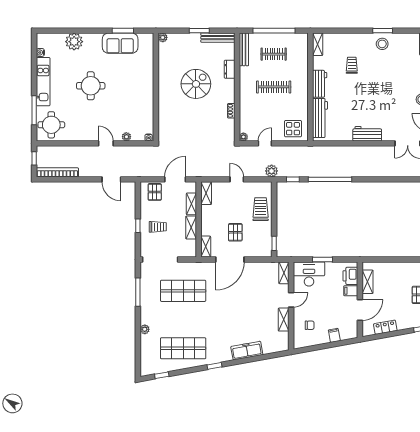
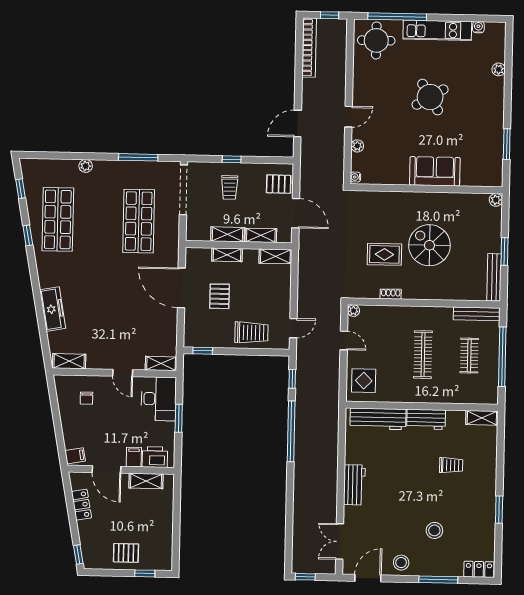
plant: (74, 42) -> (499, 69), width x0.53, depth x0.53
sofa: (120, 43) -> (435, 171), moved, turned 90
stool: (382, 44) -> (434, 530), moved
dresser: (230, 69) -> (449, 293), removed
spiral stairs: (196, 84) -> (429, 245), turned 180
round table: (91, 86) -> (430, 97), turned -31
window: (34, 110) -> (397, 17), width x1.46
rug: (203, 116) -> (384, 254), added
plant: (272, 171) -> (305, 349), removed
door: (237, 179) -> (293, 328), moved
pallet: (235, 232) -> (220, 296), turned 90
shelving: (206, 247) -> (227, 255), moved
shelving: (284, 320) -> (69, 361), moved
filing cabinet: (334, 335) -> (75, 456), moved
window: (215, 366) -> (28, 235), moved

